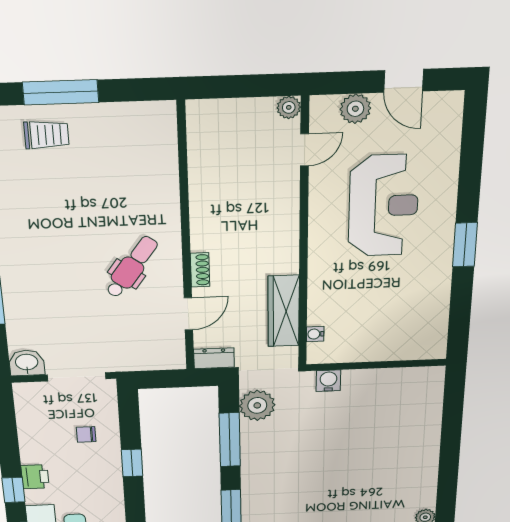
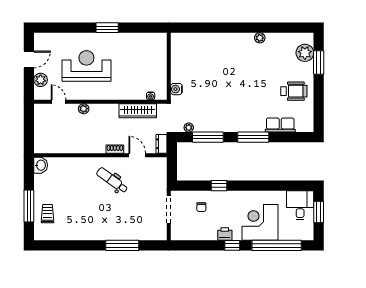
plant: (289, 107) -> (84, 109), moved
washbasin: (27, 363) -> (41, 165), moved, turned 180
plant: (257, 405) -> (189, 128), width x0.53, depth x0.53

